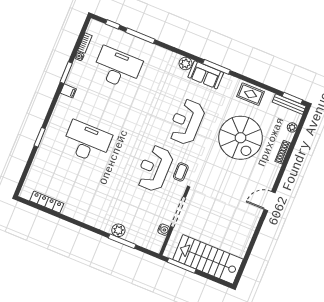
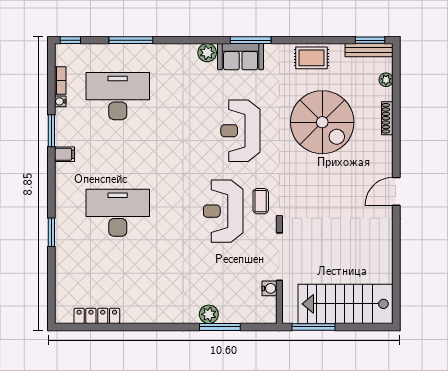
window: (113, 24) -> (70, 40), moved

